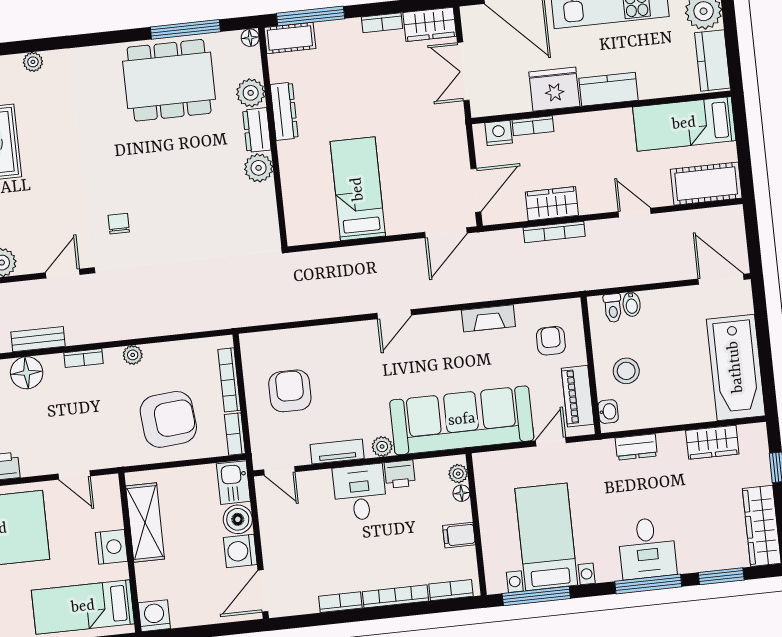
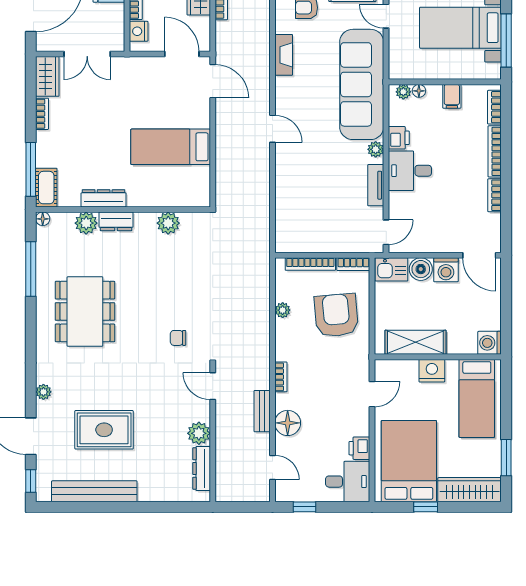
dining table: (169, 80) -> (85, 311), moved
plant: (259, 168) -> (168, 223), moved
plant: (133, 355) -> (283, 310), moved
armchair: (290, 391) -> (324, 217), removed

